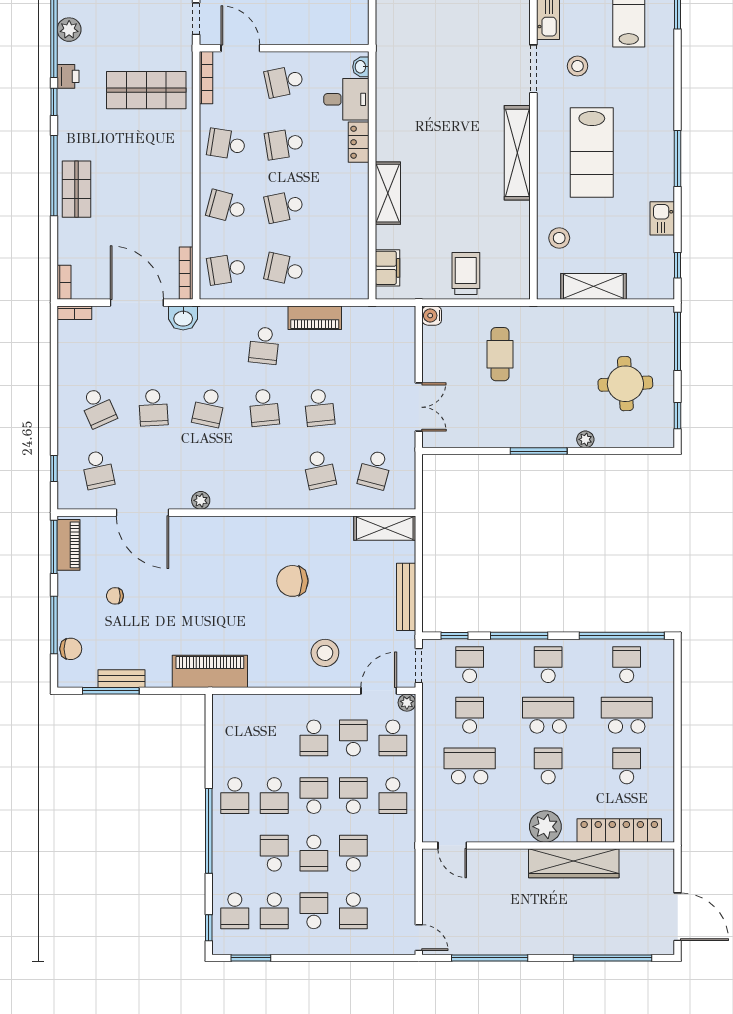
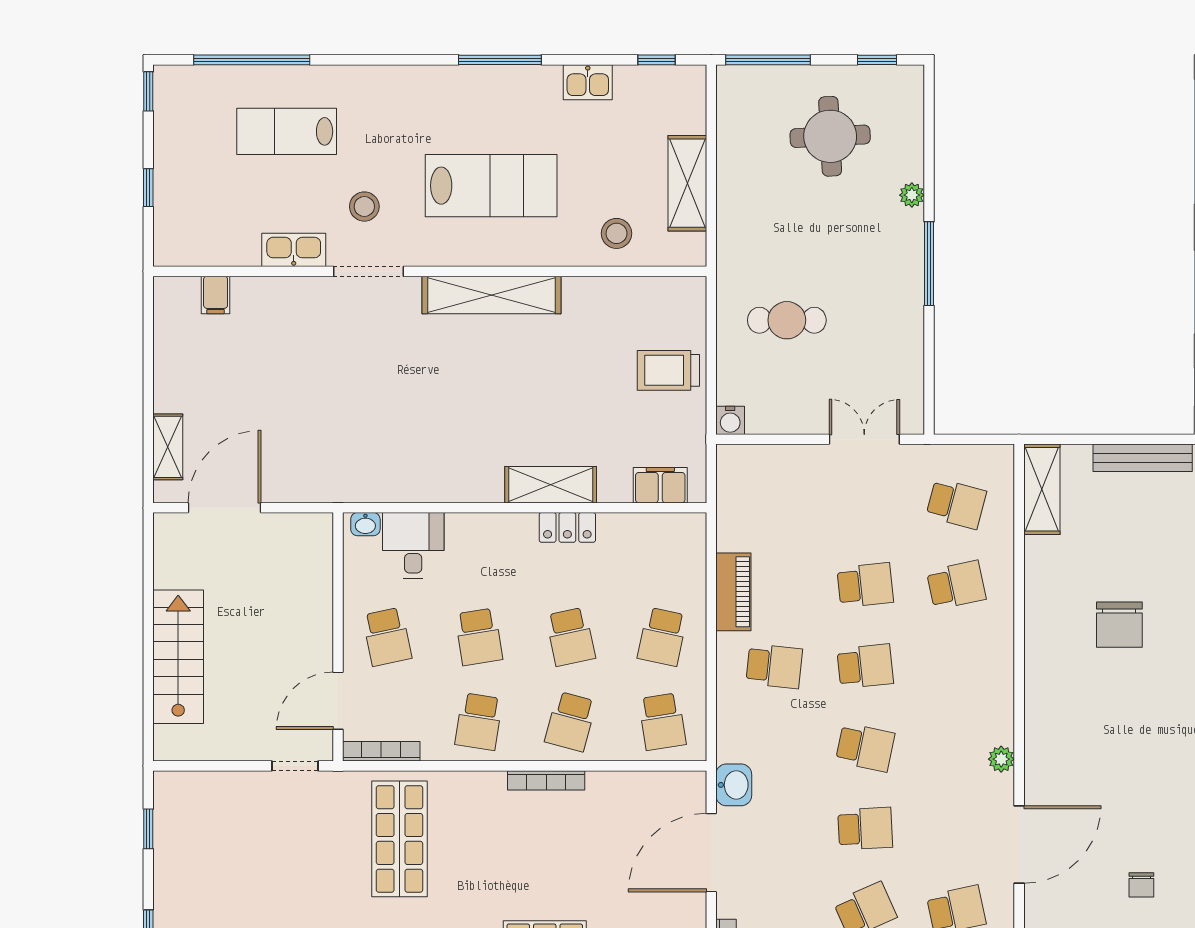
locker: (359, 142) -> (567, 527), moved
bookcase: (186, 273) -> (546, 780), moved

